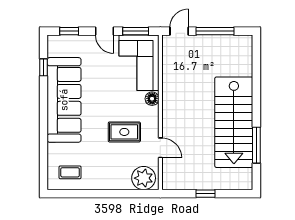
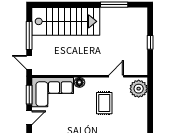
stairs: (234, 122) -> (66, 21), moved

